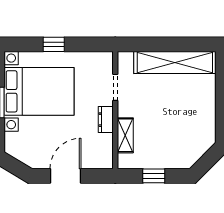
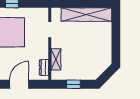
dresser: (106, 120) -> (44, 68), moved

